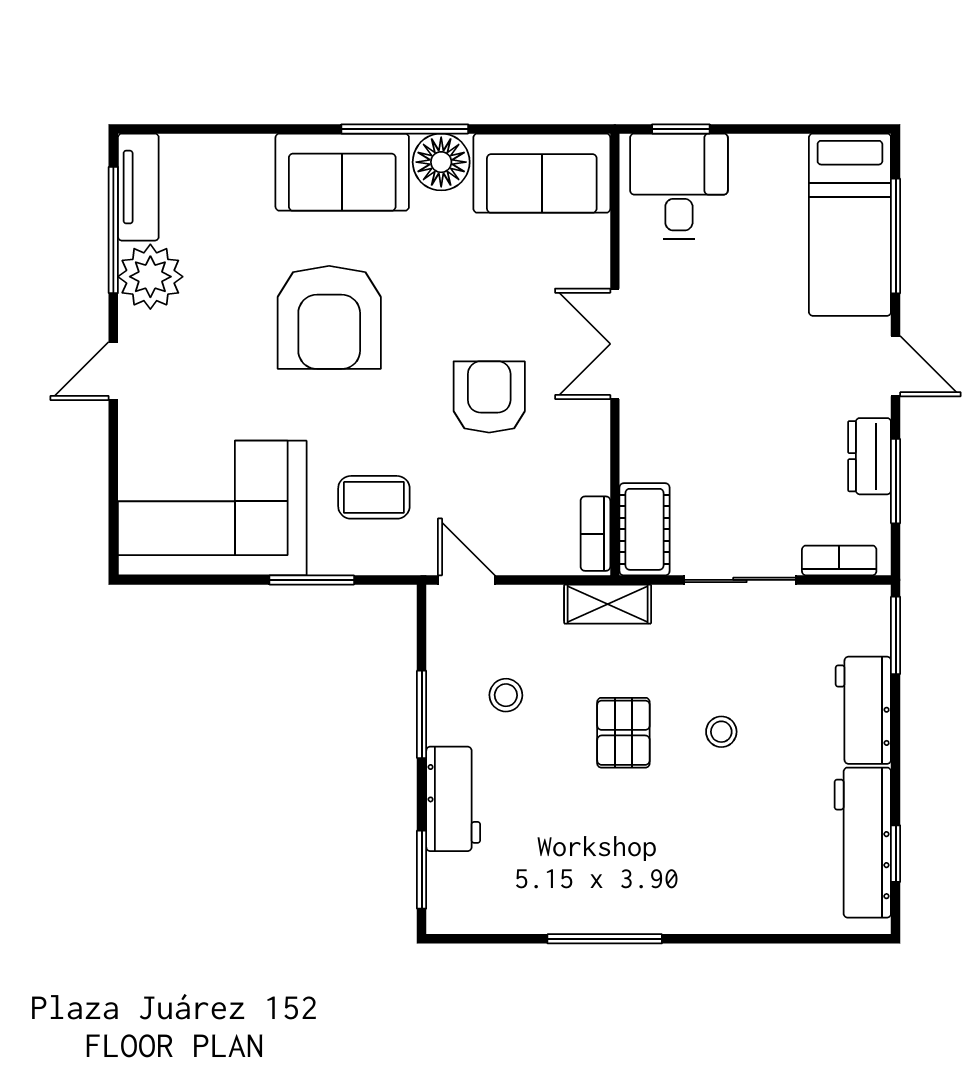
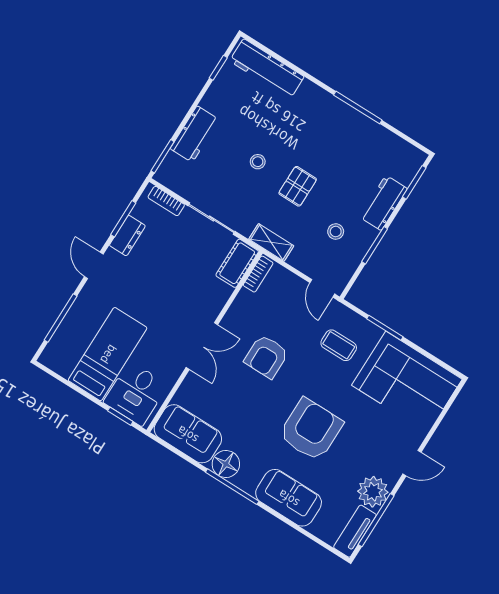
sofa: (342, 172) -> (289, 498), moved
bed: (850, 225) -> (108, 354), moved
workbench: (863, 843) -> (267, 69), moved, turned 90

